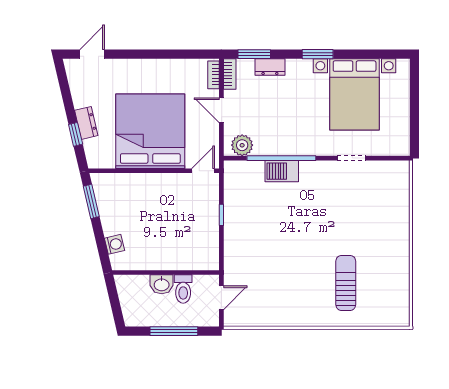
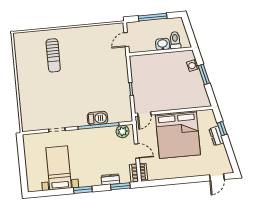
bed with nightstands: (355, 94) -> (59, 168), width x0.73
window: (91, 201) -> (204, 74), moved
toilet: (183, 289) -> (175, 40), moved

